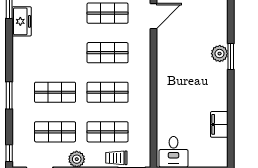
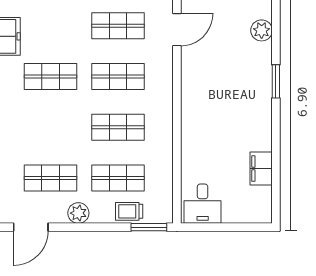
plant: (220, 54) -> (262, 30), moved
shop shelf: (55, 92) -> (51, 77), moved

